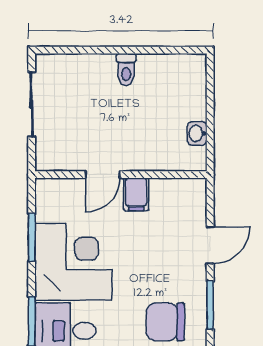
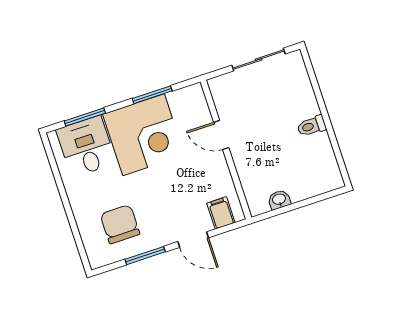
filing cabinet: (136, 194) -> (221, 213), moved, turned 90

